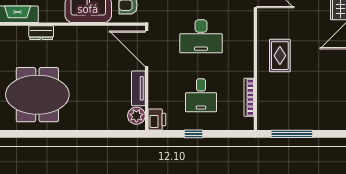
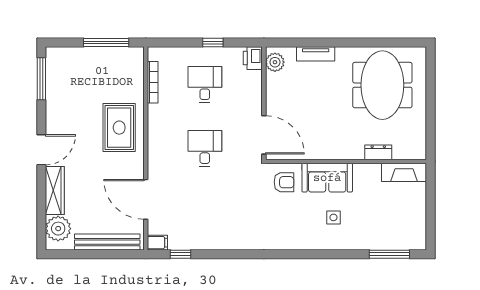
desk: (201, 36) -> (205, 148), width x0.73
rug: (280, 56) -> (119, 128), width x1.36, depth x1.43
tv unit: (138, 88) -> (316, 54), moved, turned 90
meeting table: (37, 95) -> (382, 85), turned 90

